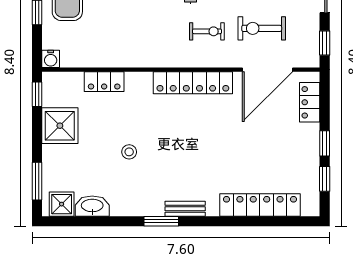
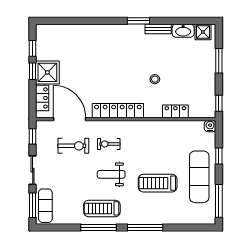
door: (267, 70) -> (70, 119), hinge flipped
shower: (60, 126) -> (47, 72), moved
stool: (129, 152) -> (155, 79), moved
window: (37, 181) -> (219, 61), moved
locker: (260, 205) -> (74, 31), removed
bench: (185, 209) -> (158, 29), moved

